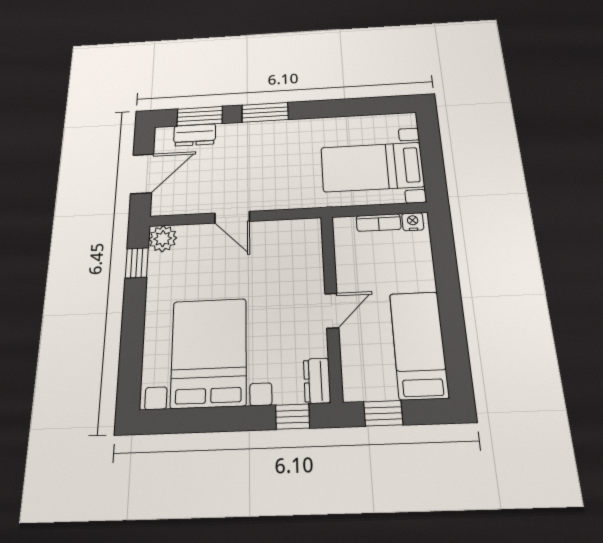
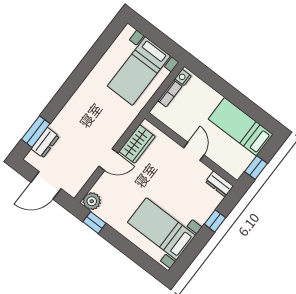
window: (265, 112) -> (62, 97), removed
door: (142, 174) -> (46, 185), swing flipped
wardrobe: (281, 234) -> (137, 144), added
bed with nightstands: (209, 352) -> (162, 229), width x0.73
window: (293, 417) -> (215, 221), moved

